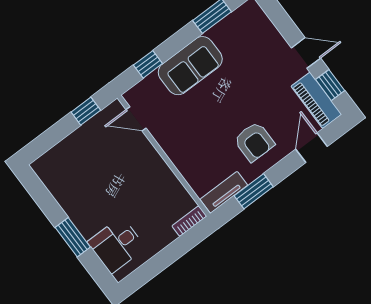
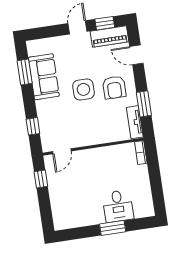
sofa: (190, 66) -> (44, 77), moved
side table: (230, 104) -> (83, 89), added
armchair: (254, 142) -> (114, 87), turned 90
desk: (117, 245) -> (118, 206), moved

